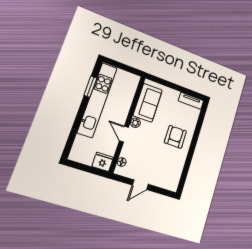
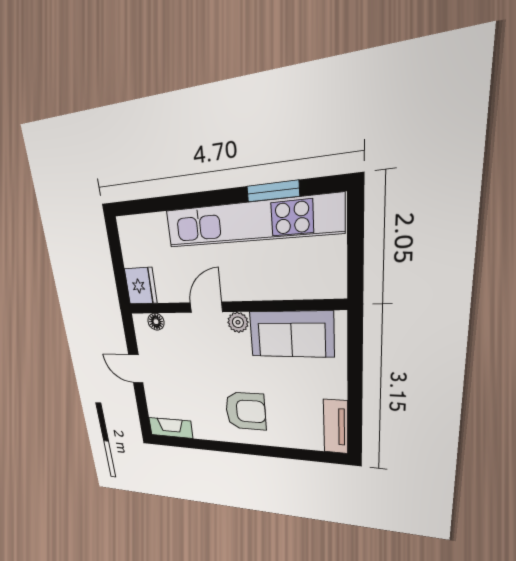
fireplace: (175, 180) -> (171, 428), added

